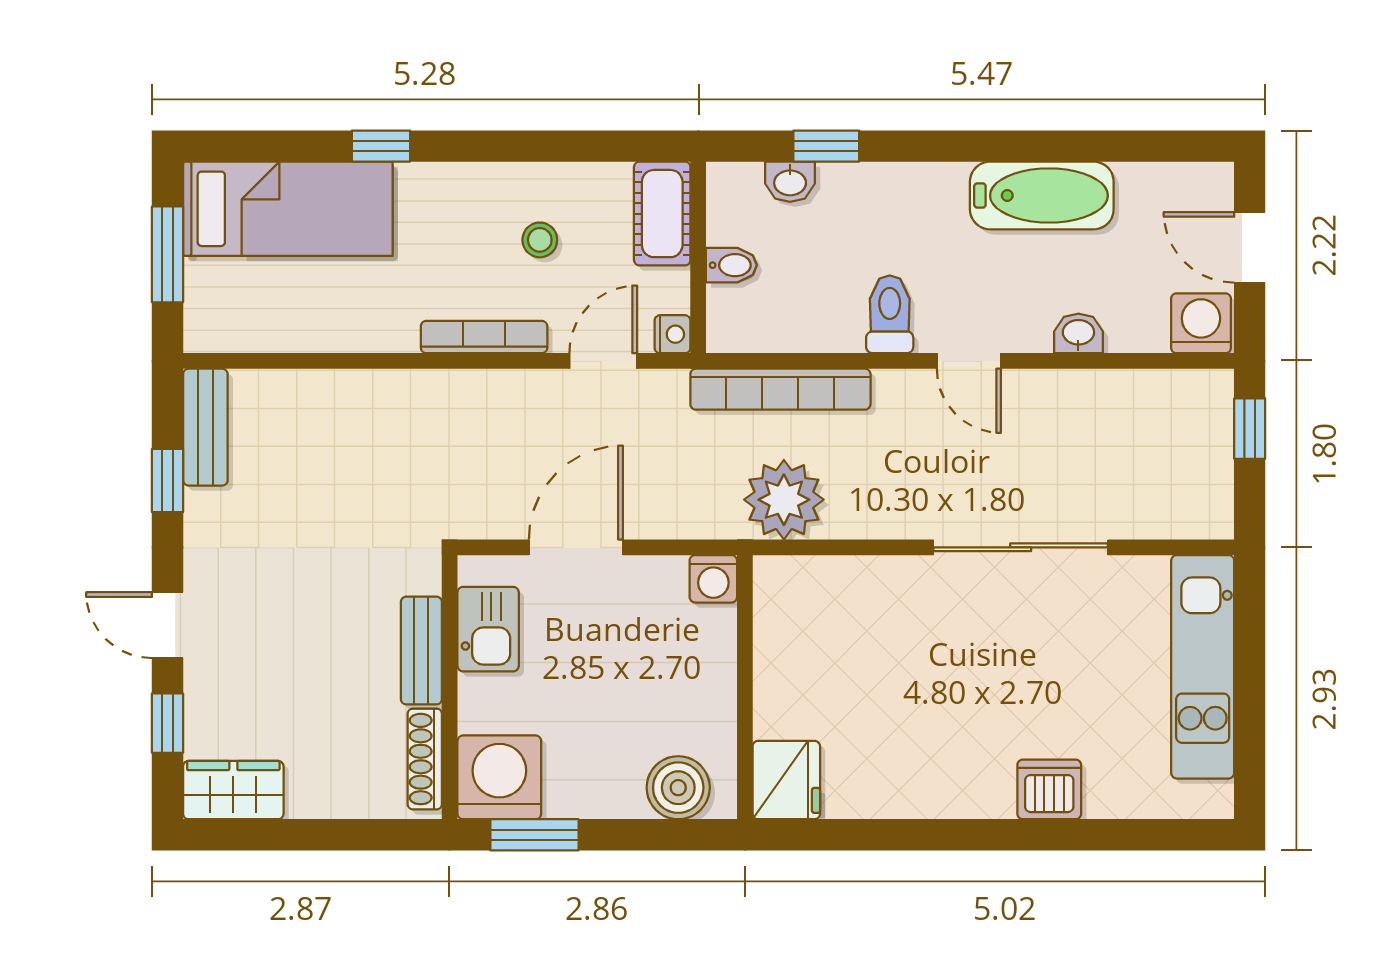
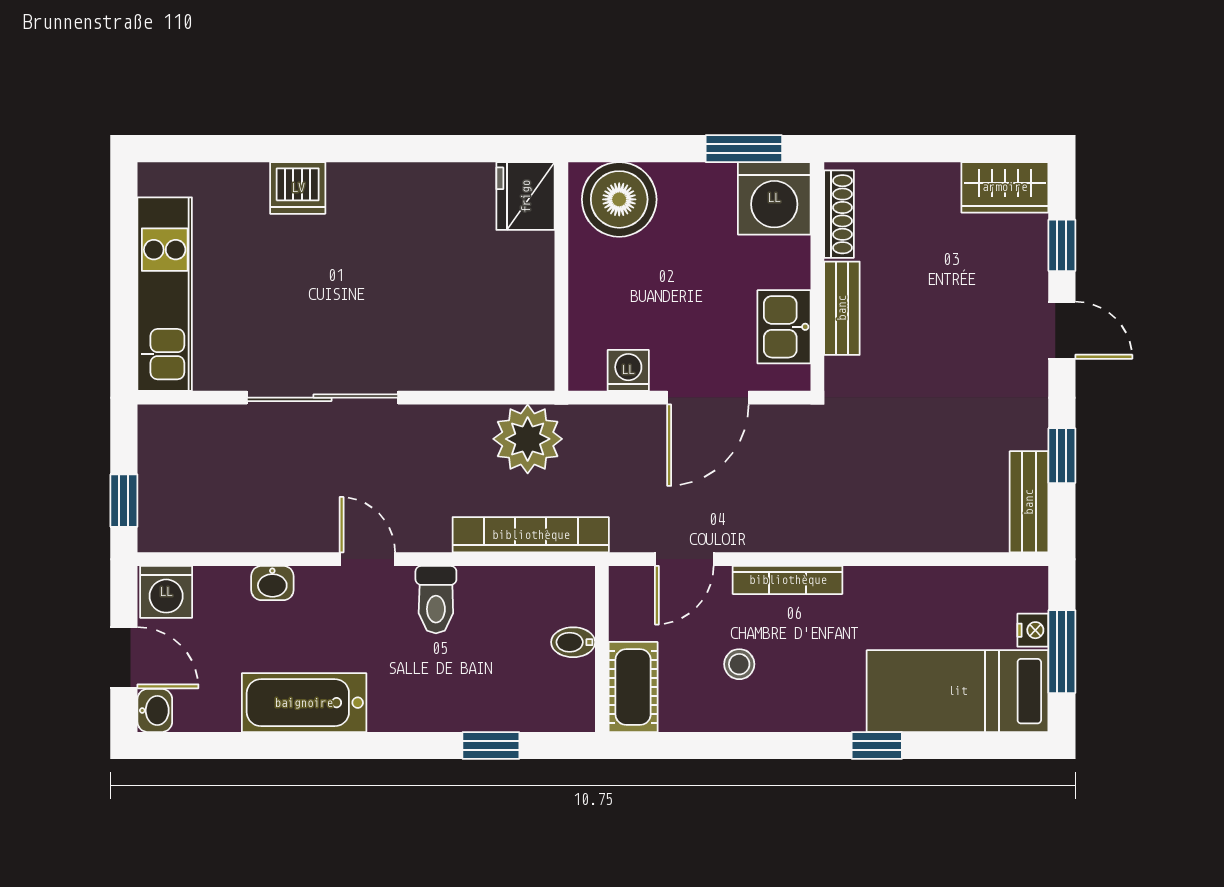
washbasin: (790, 182) -> (155, 710), moved, turned 90
nightstand: (673, 334) -> (1033, 630), moved, turned 180
washing machine: (713, 579) -> (628, 370), moved
boiler: (678, 788) -> (619, 199), width x1.37, depth x1.37

